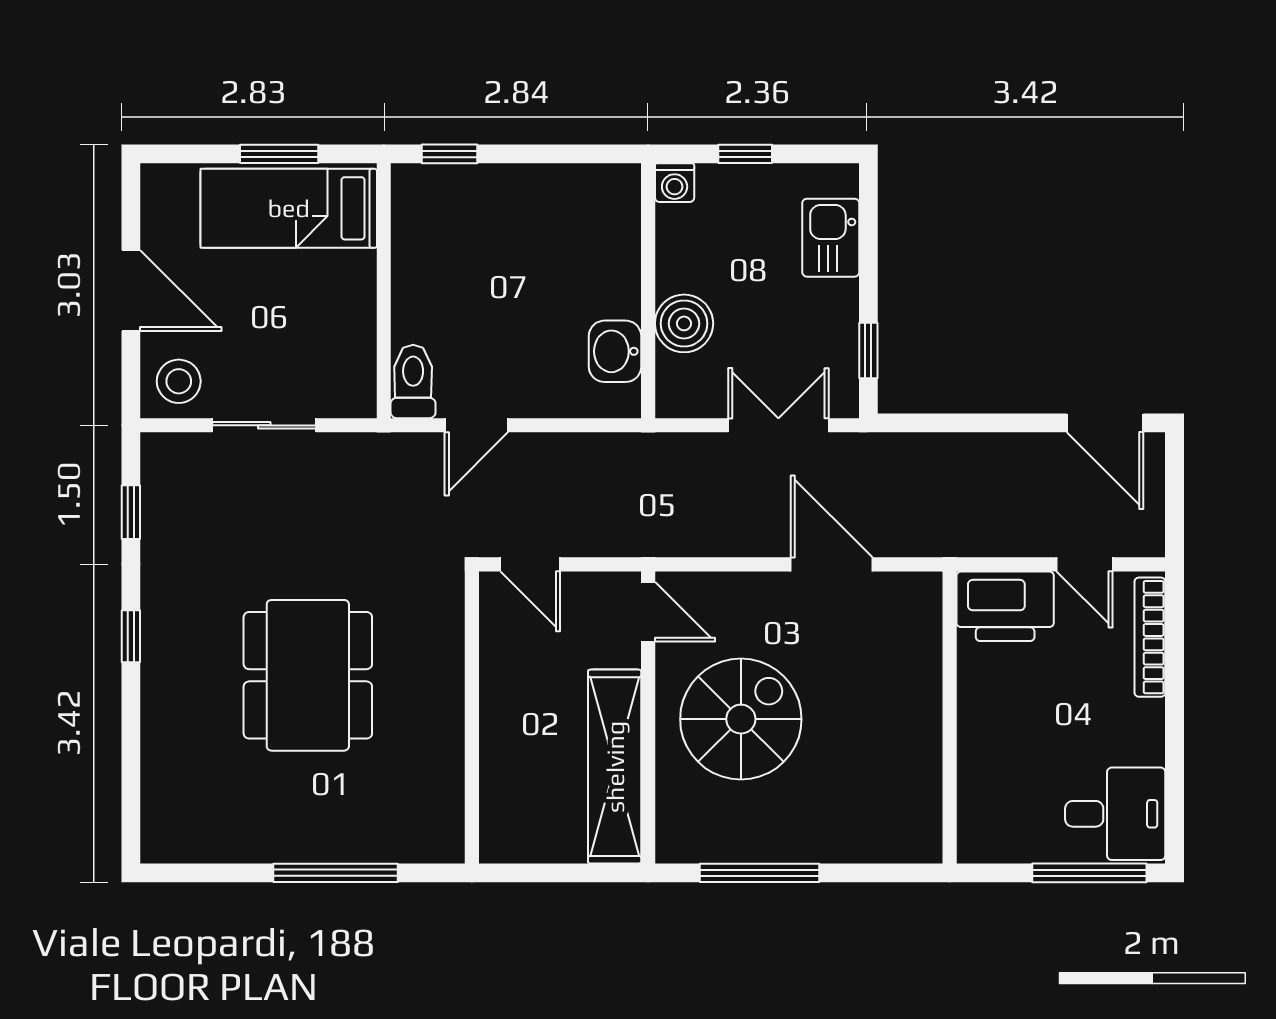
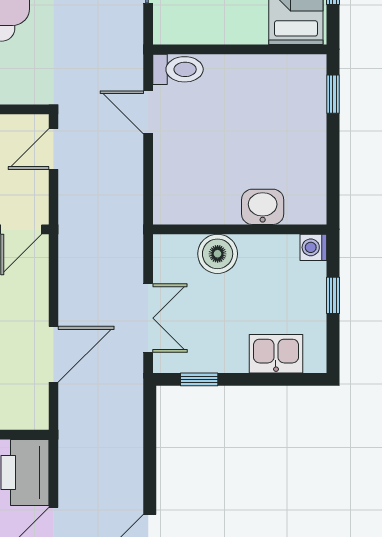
washbasin: (615, 351) -> (263, 207), moved

